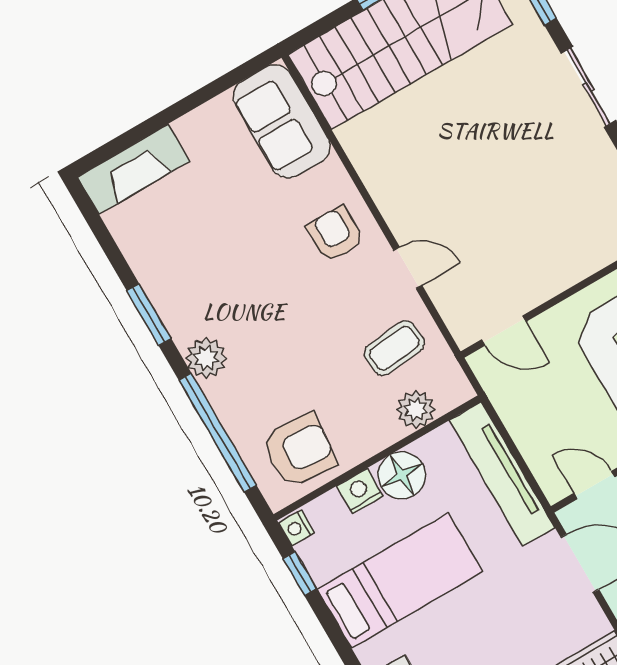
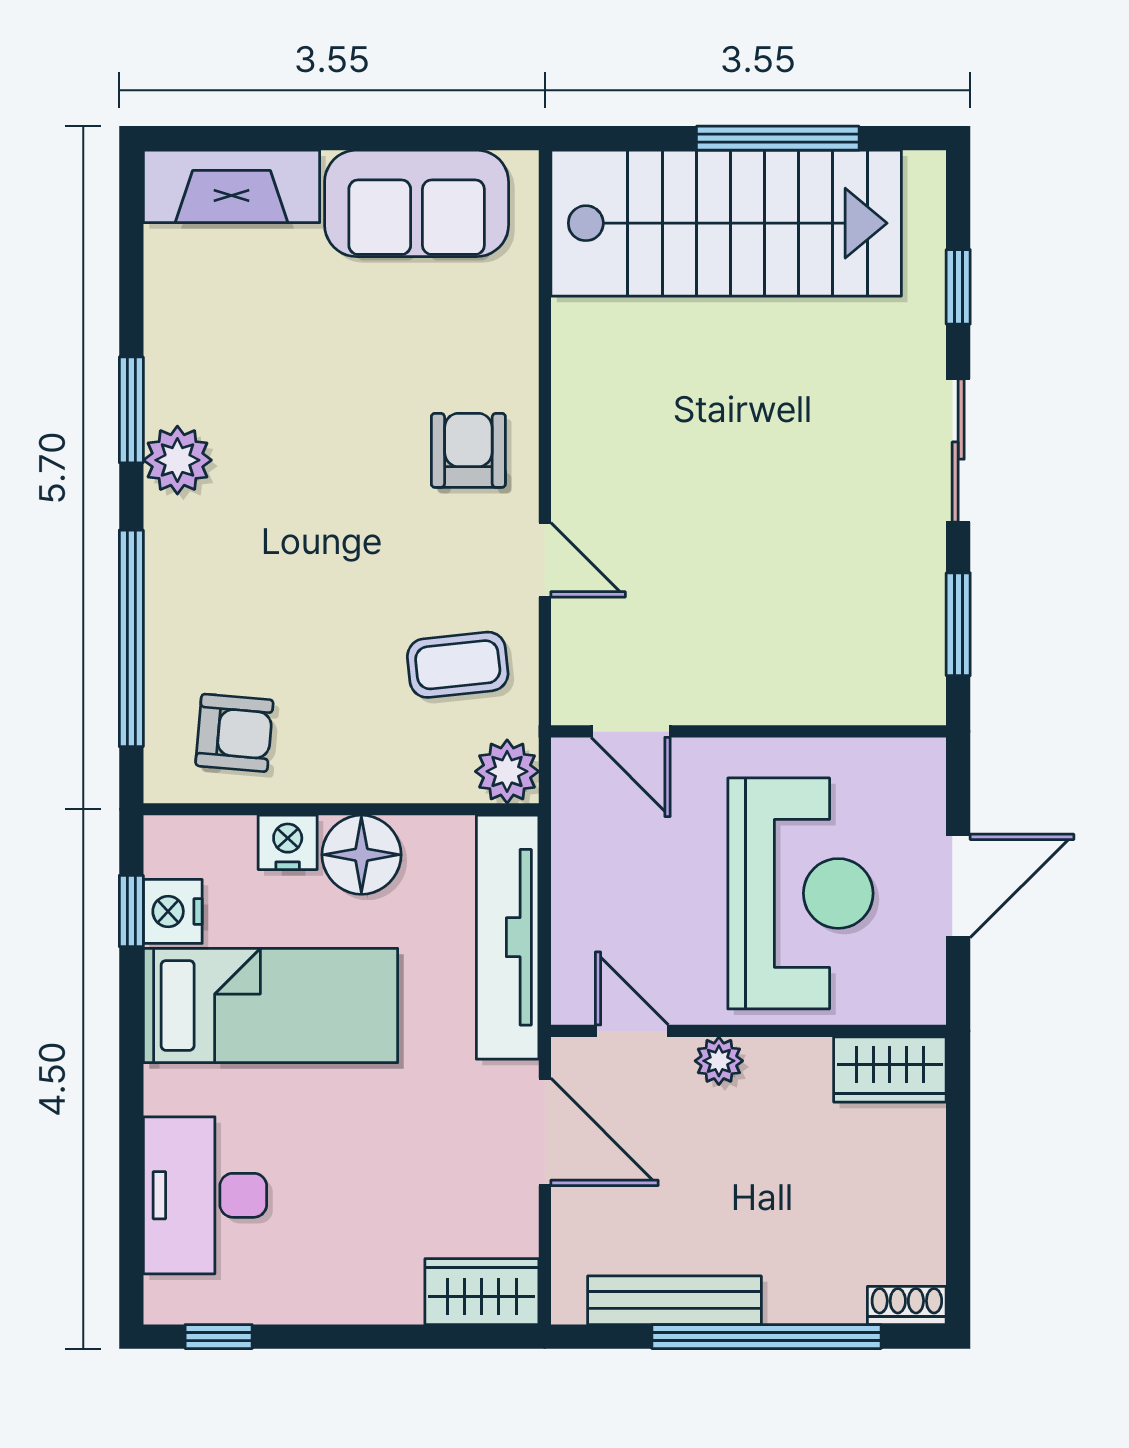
sofa: (282, 121) -> (417, 203), moved, turned -90
plant: (206, 358) -> (177, 460), moved
plant: (416, 409) -> (507, 771), moved
armchair: (299, 451) -> (234, 733), width x0.72, depth x0.72
nightstand: (296, 528) -> (173, 911), moved, width x1.39, depth x1.35

